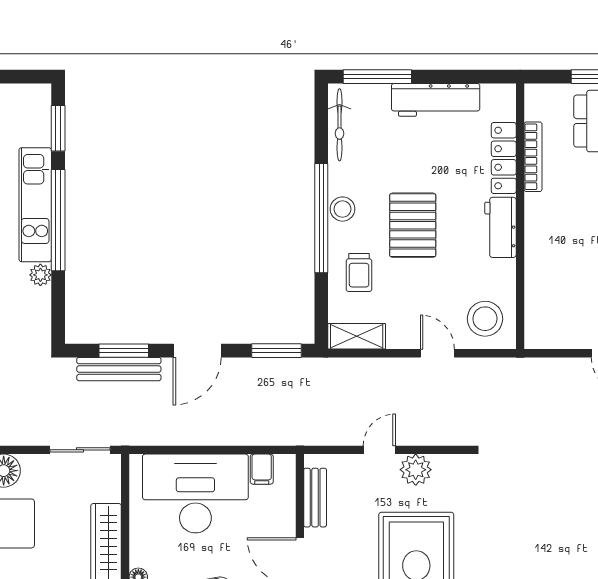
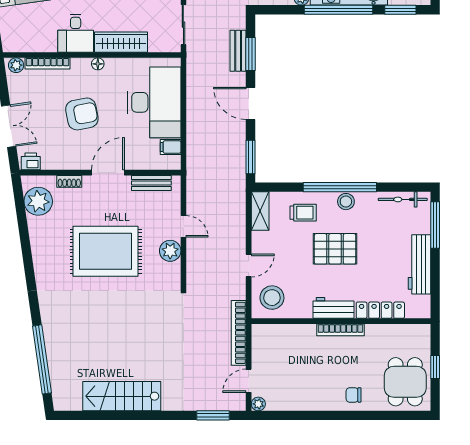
bookcase: (533, 157) -> (340, 330), moved
trolley: (359, 272) -> (303, 213), turned 180
bookcase: (537, 368) -> (239, 333), added
bench: (119, 369) -> (238, 51), width x0.73

